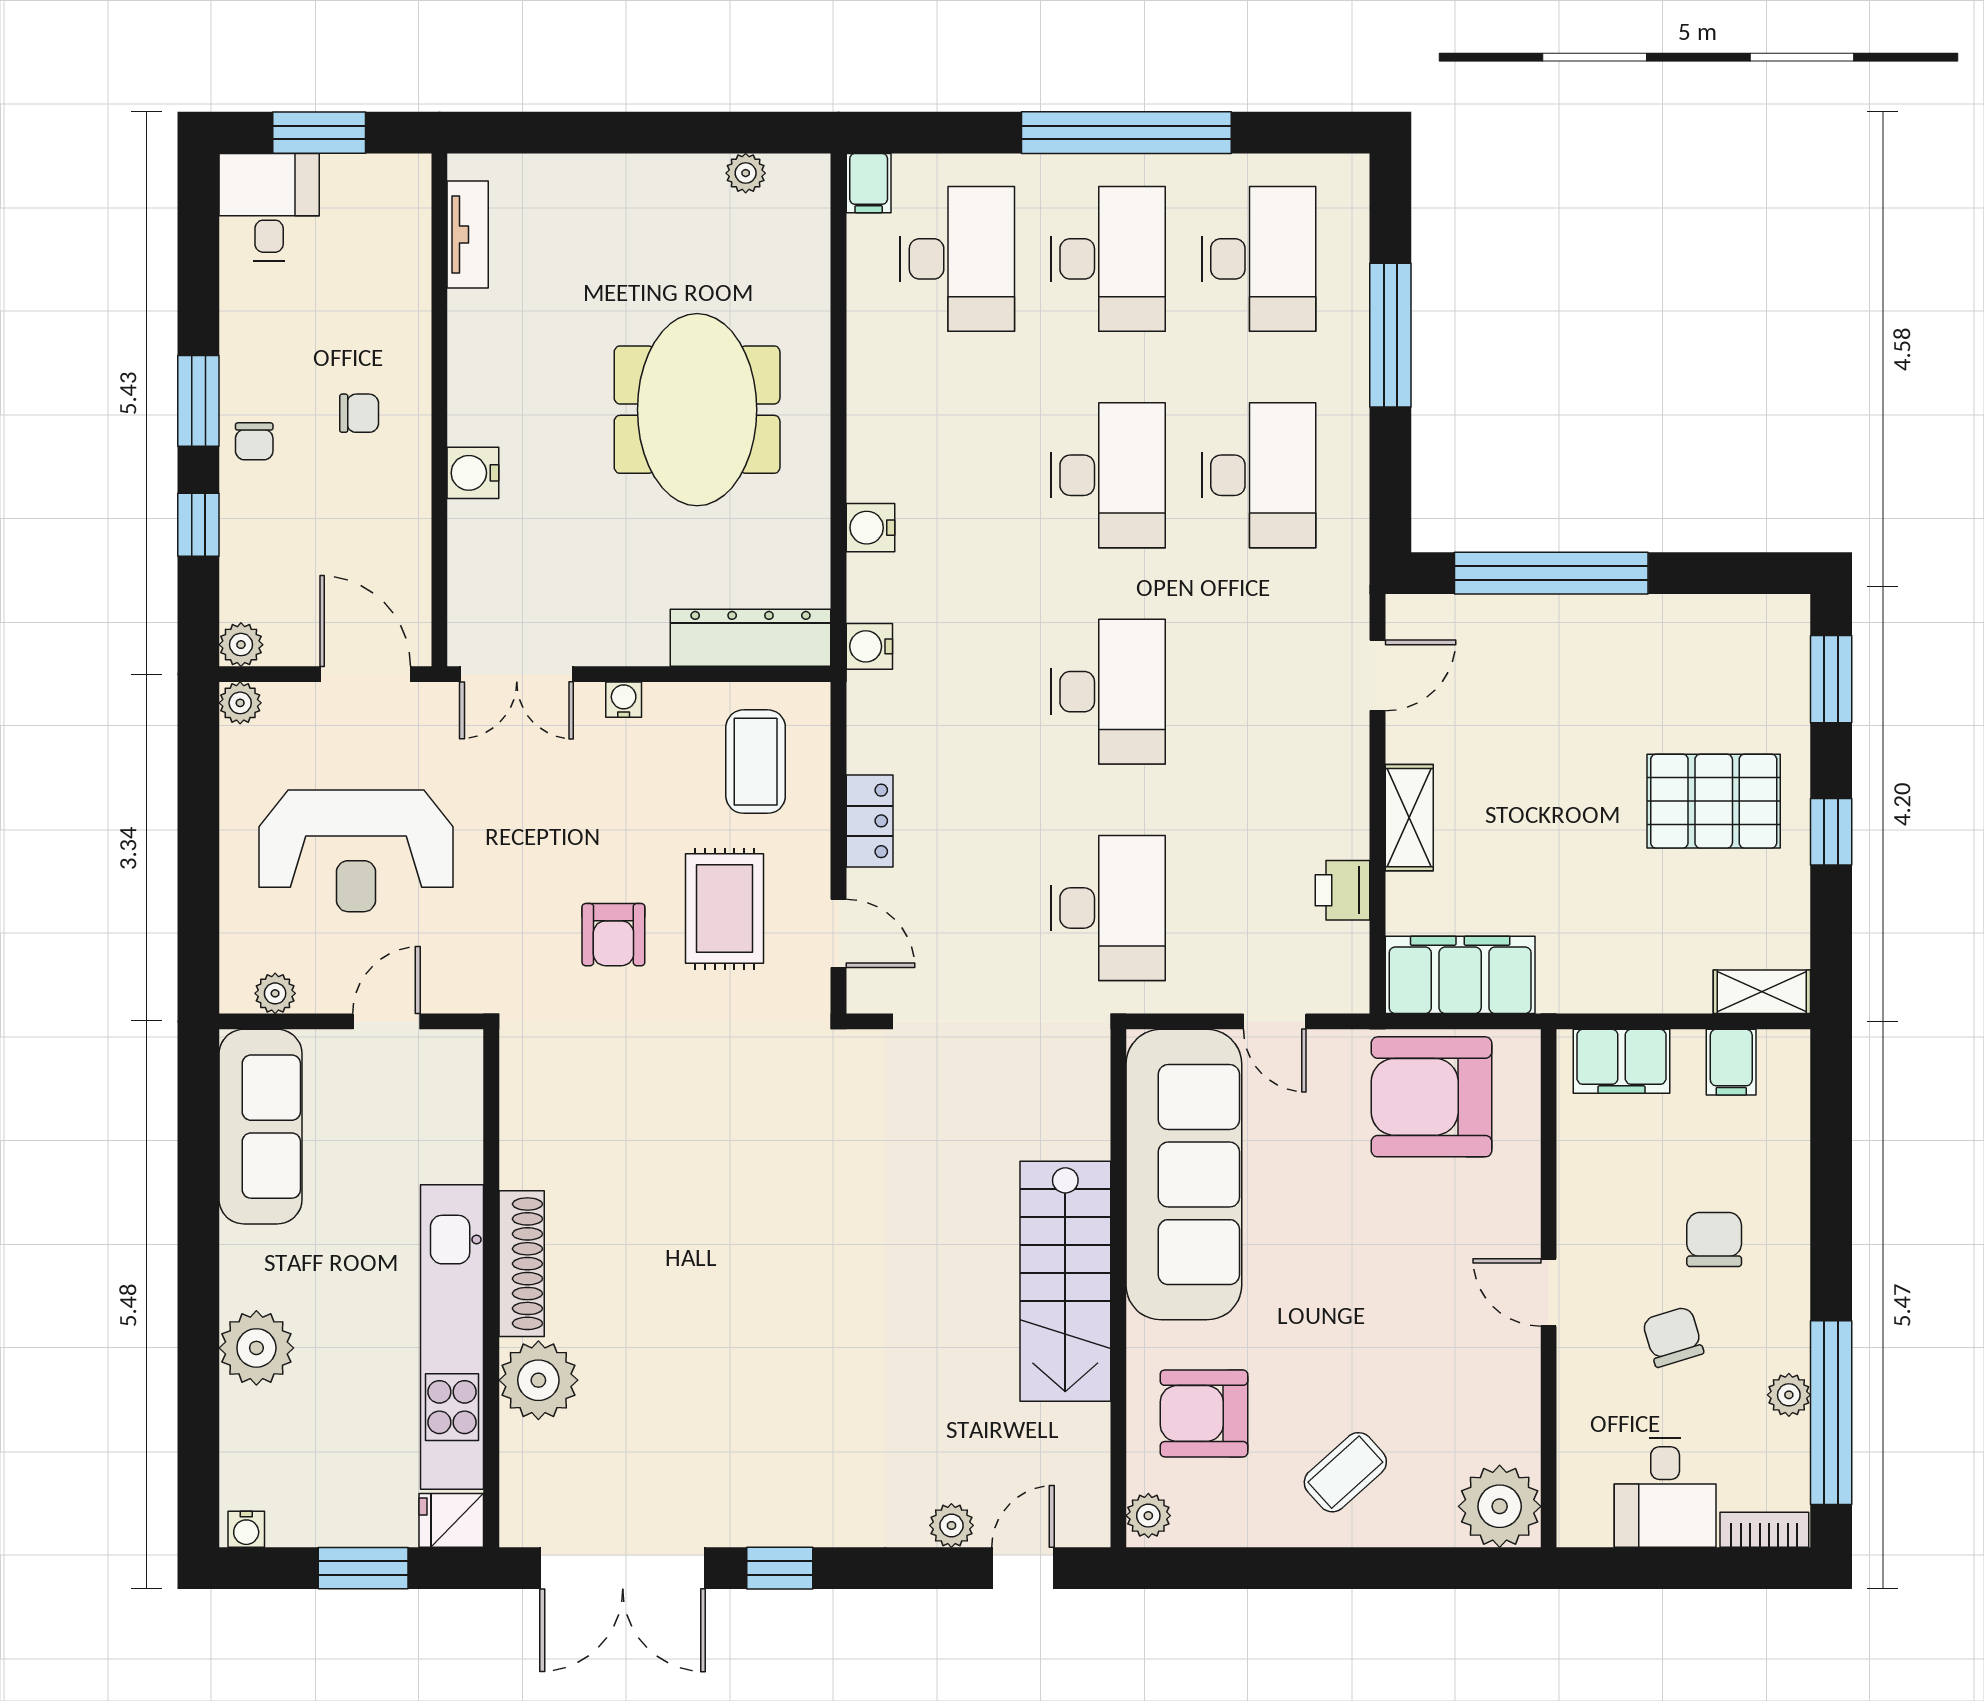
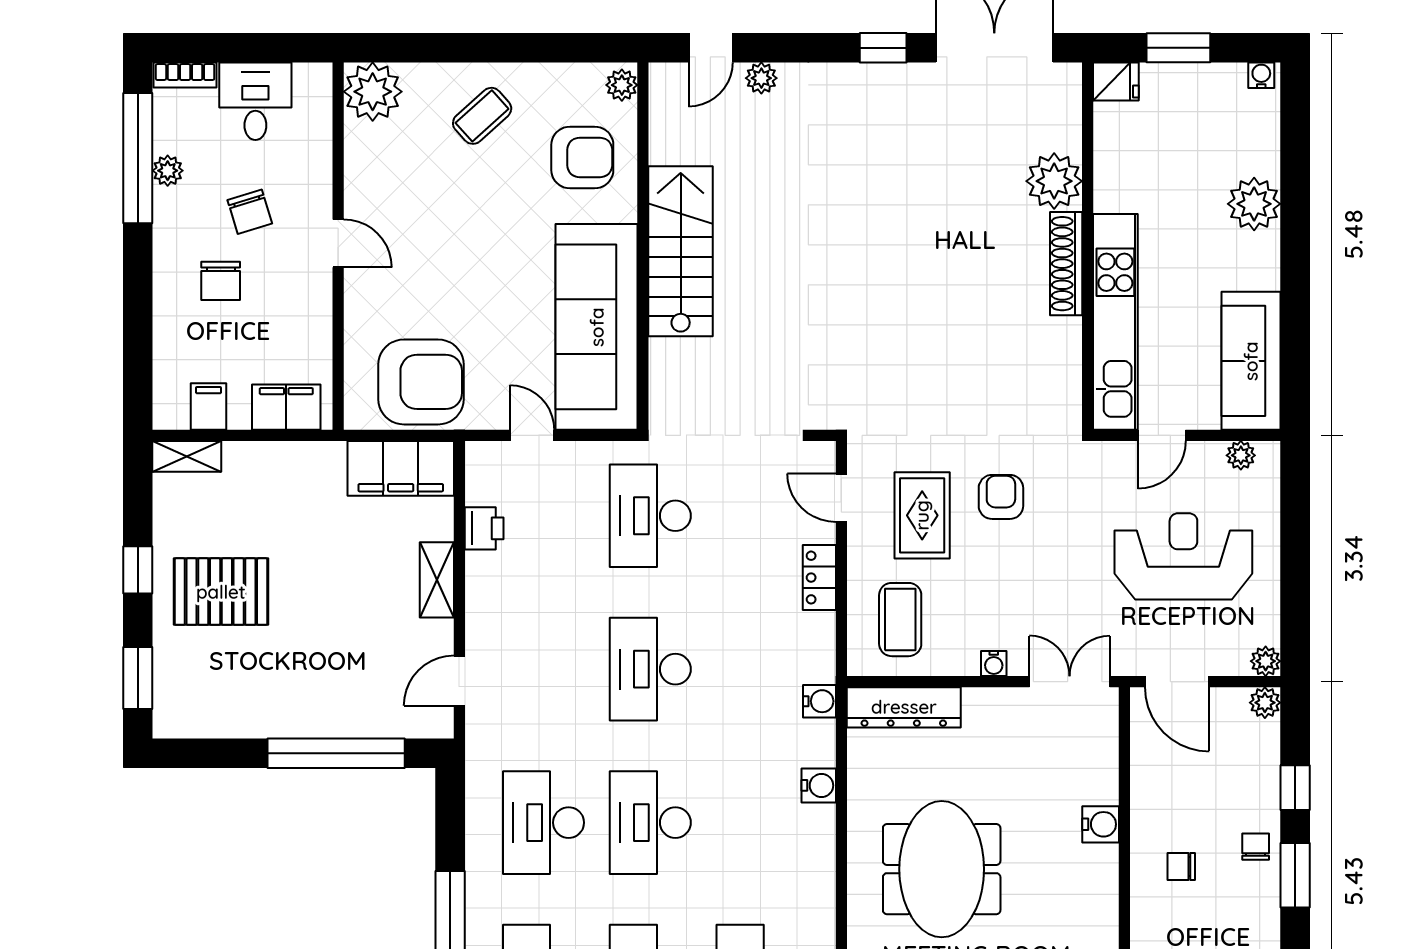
kitchen unit: (452, 1337) -> (1115, 322), moved

